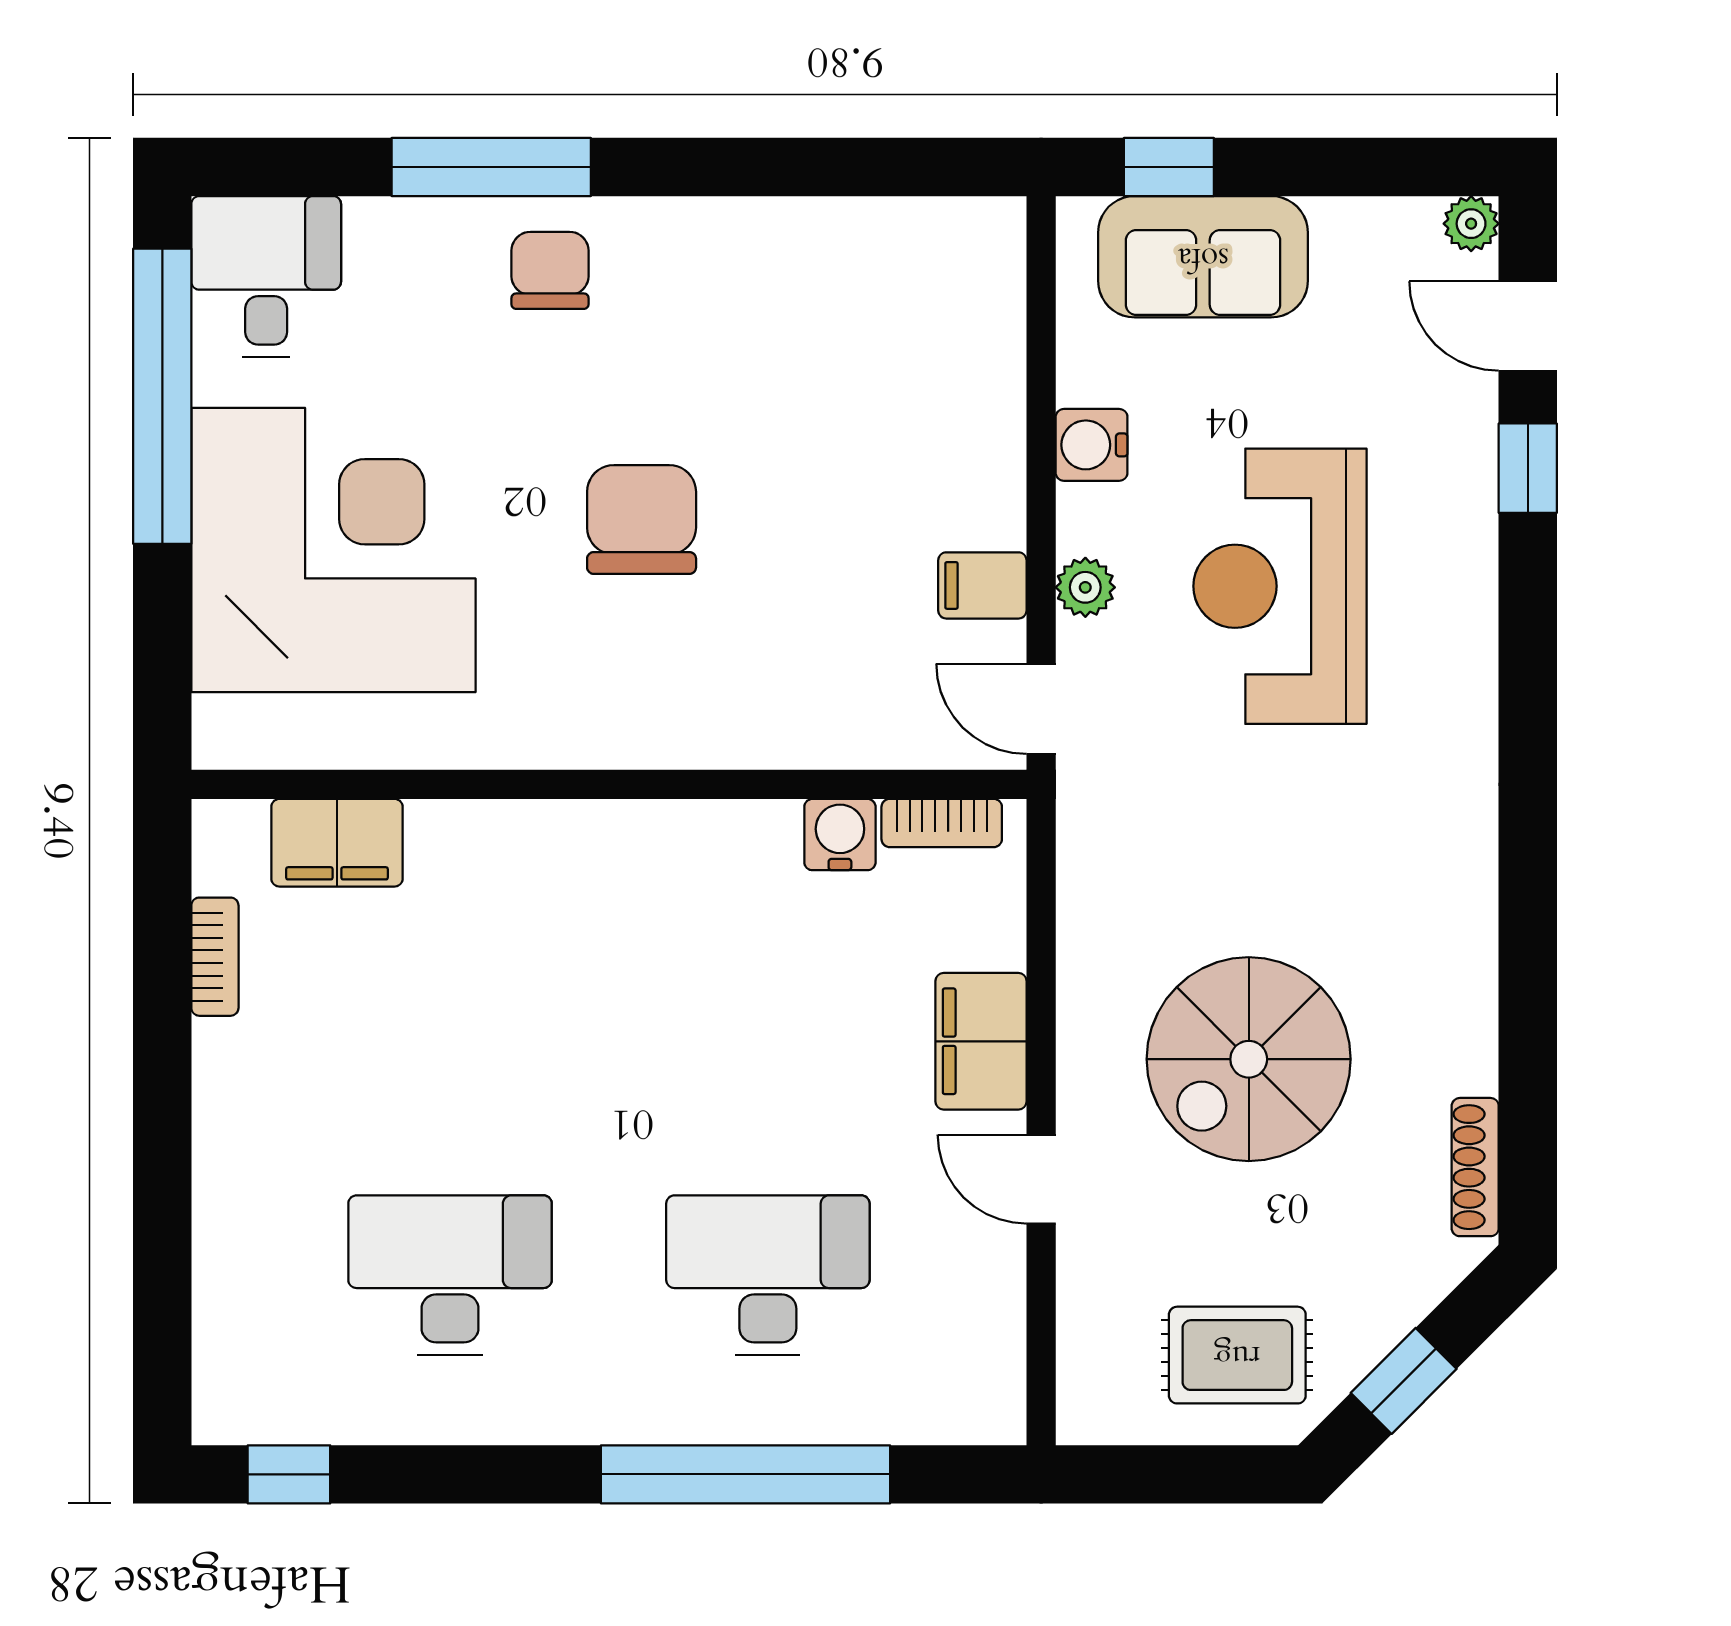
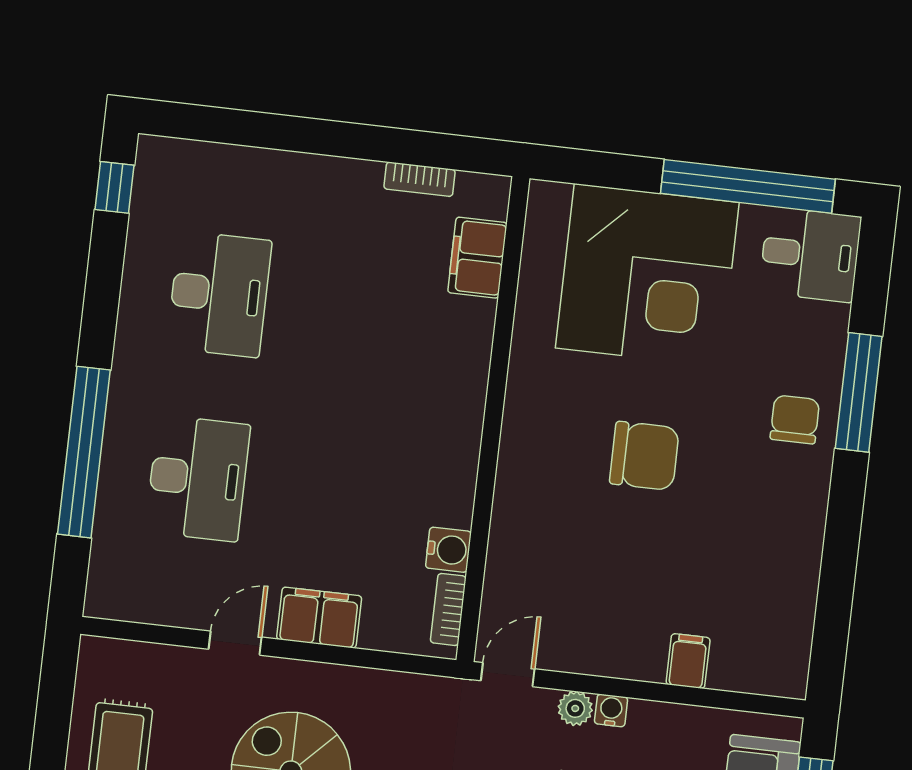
chair: (550, 270) -> (795, 419), turned -90
water cooler: (1092, 445) -> (611, 710), moved, width x0.72, depth x0.72
filing cabinet: (982, 585) -> (688, 661), moved

